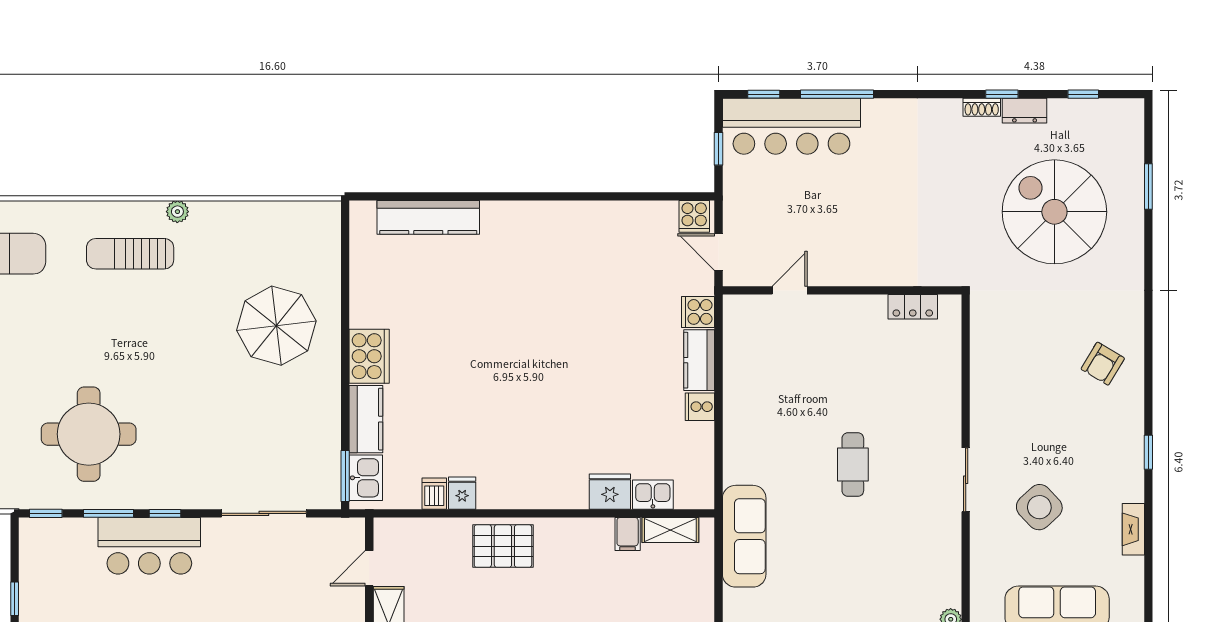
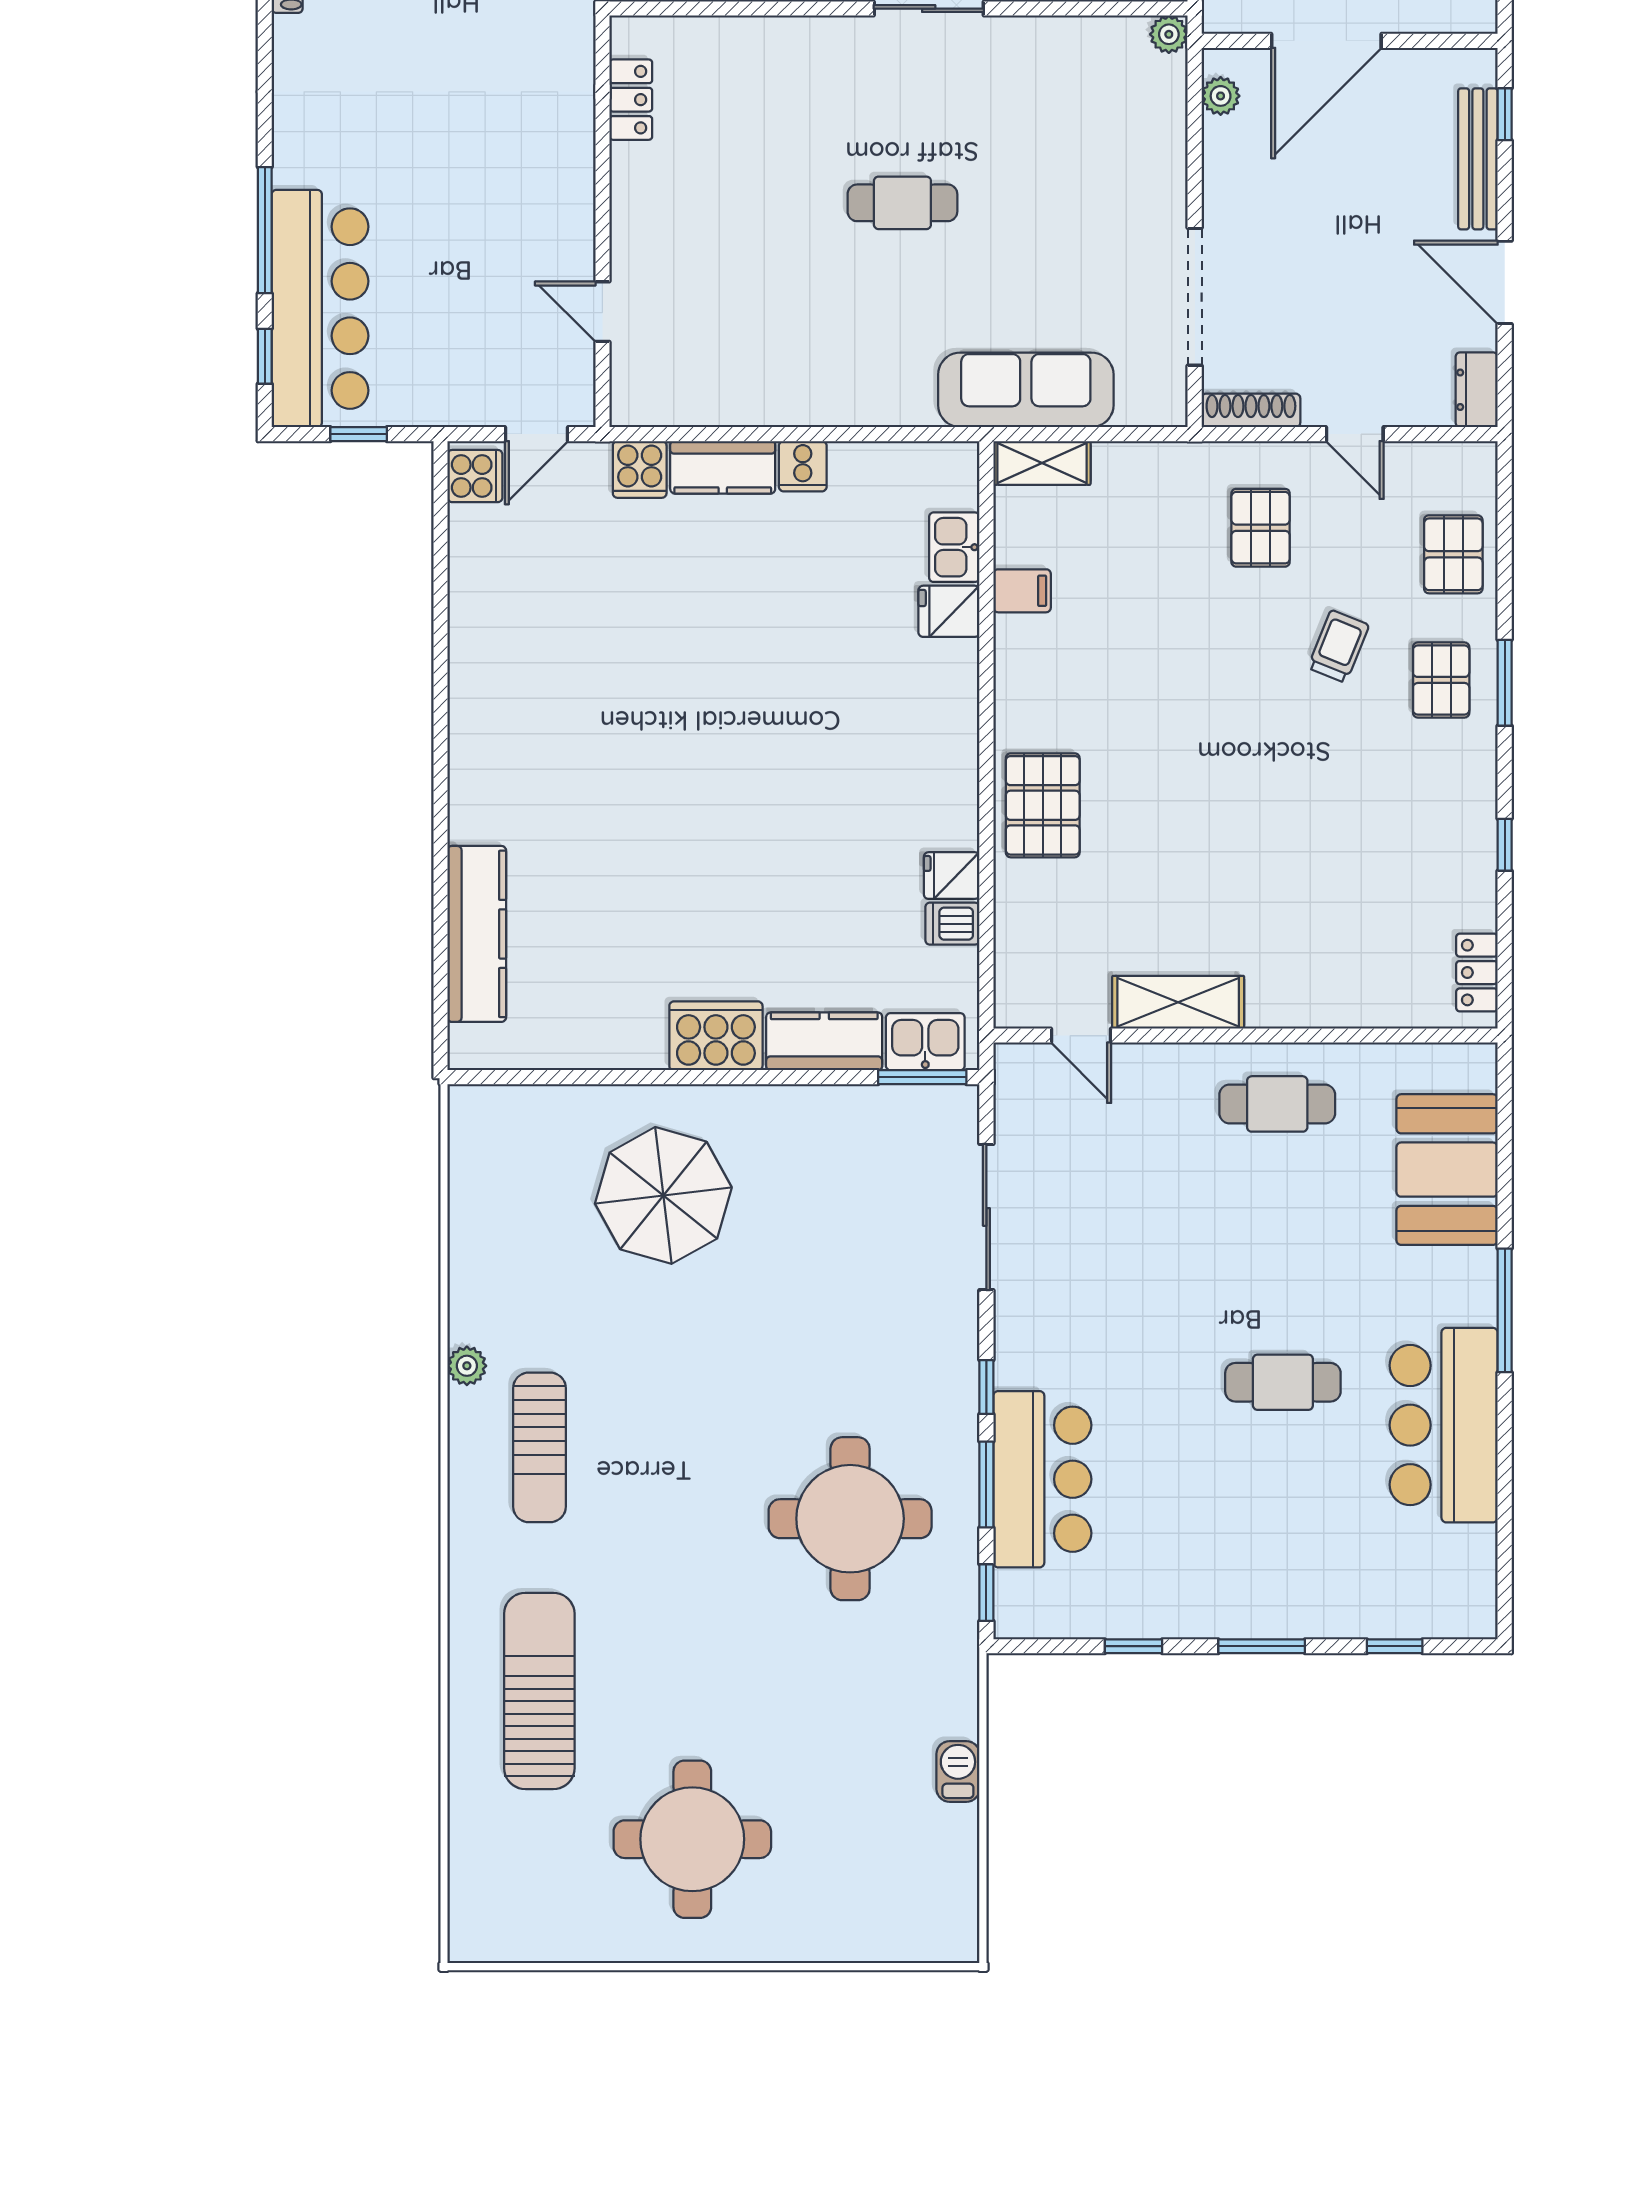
fridge: (610, 492) -> (949, 611), width x0.72
shelving: (670, 530) -> (1042, 463), moved, turned 90
bar counter: (149, 546) -> (1042, 1479), moved

